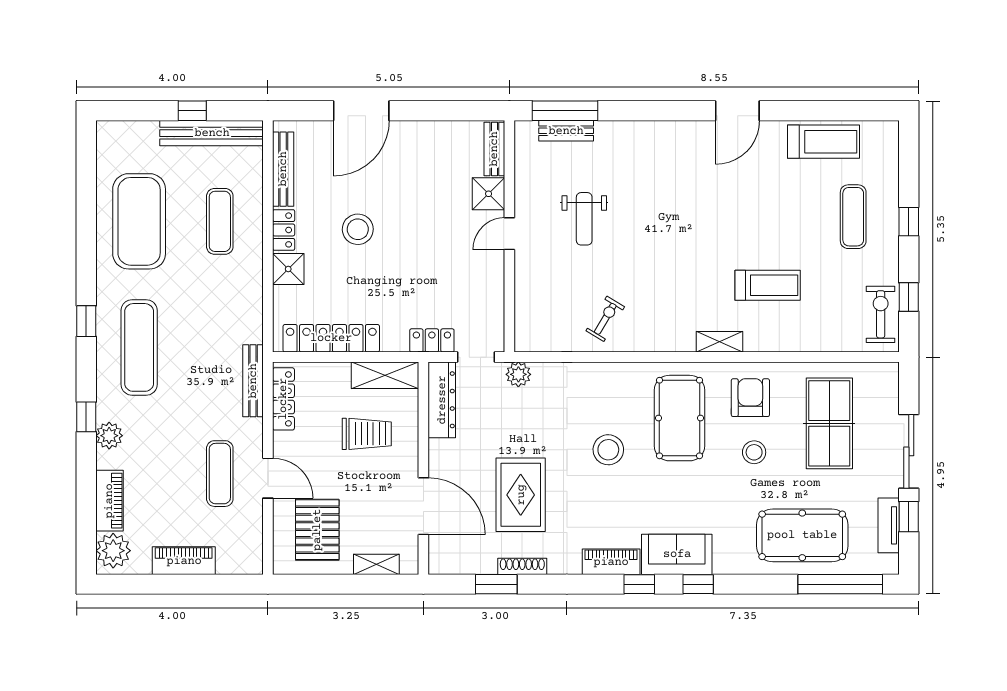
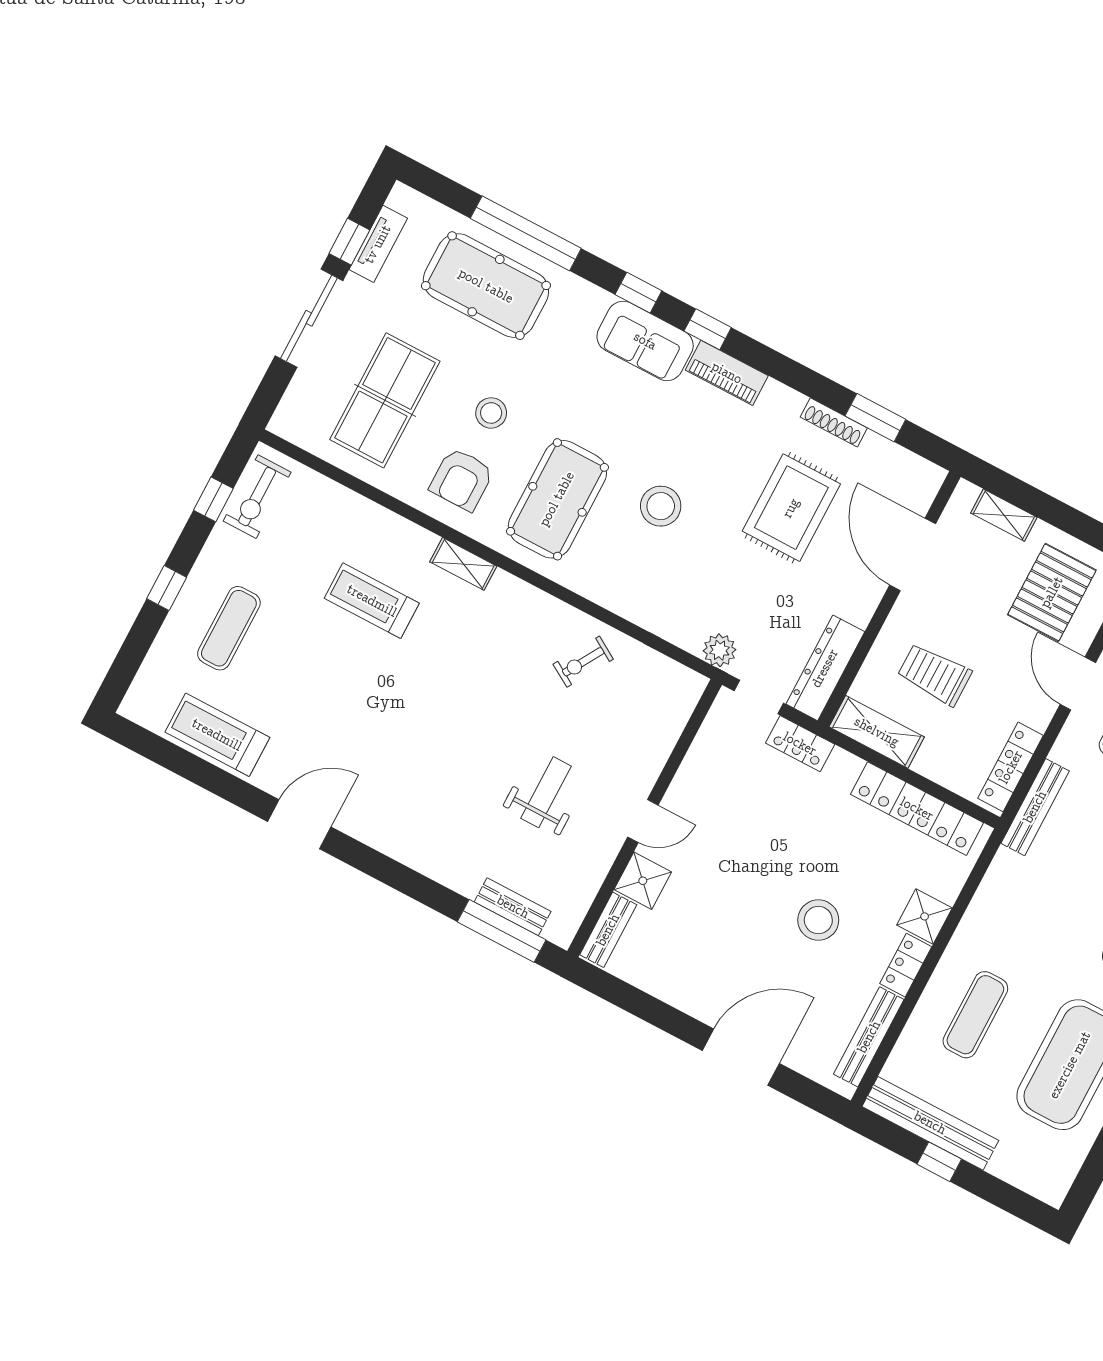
window: (840, 584) -> (526, 233), moved

